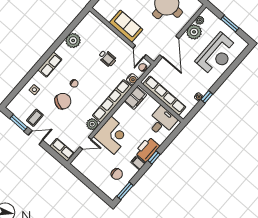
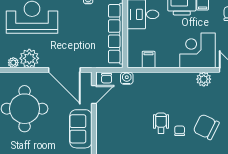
door: (169, 47) -> (64, 70), swing flipped
wheelchair: (107, 58) -> (161, 123), moved
filing cabinet: (135, 98) -> (149, 60), width x0.50
row of seats: (112, 101) -> (165, 79), removed

